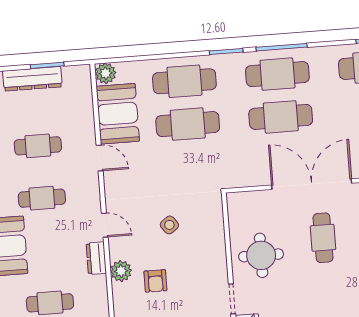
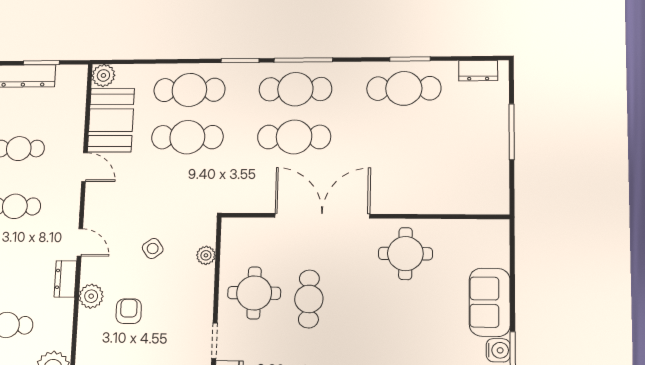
plant: (216, 227) -> (206, 255), added
cafe table: (323, 238) -> (309, 299), moved
armchair: (155, 281) -> (129, 311), turned 180

